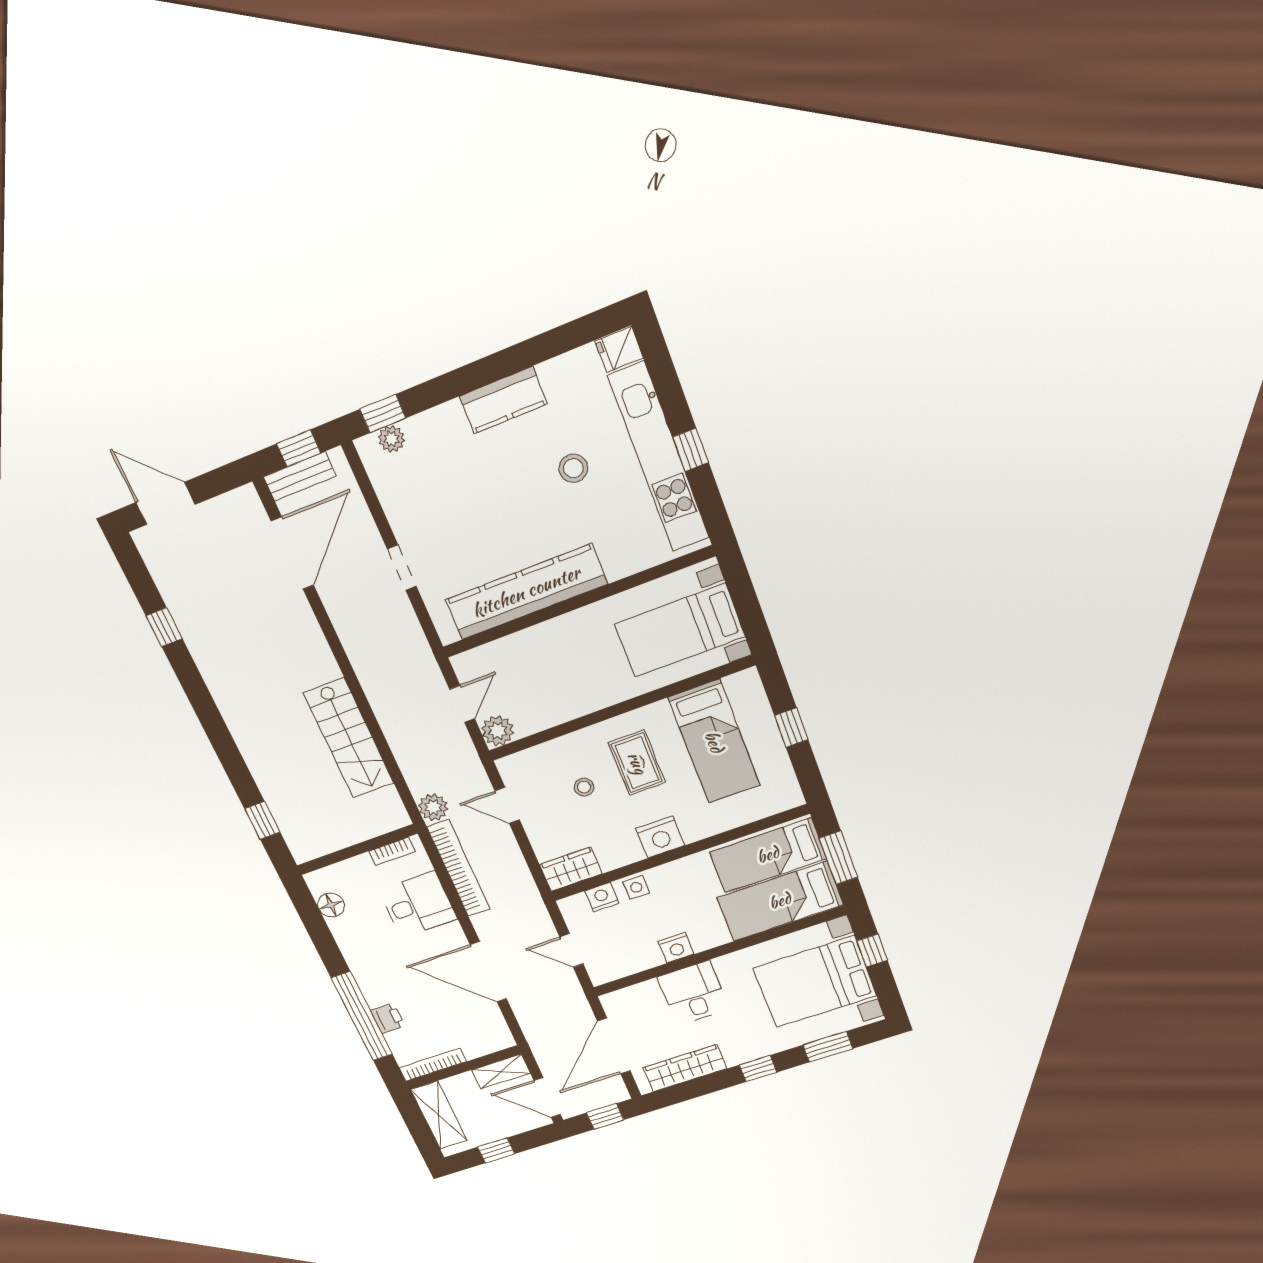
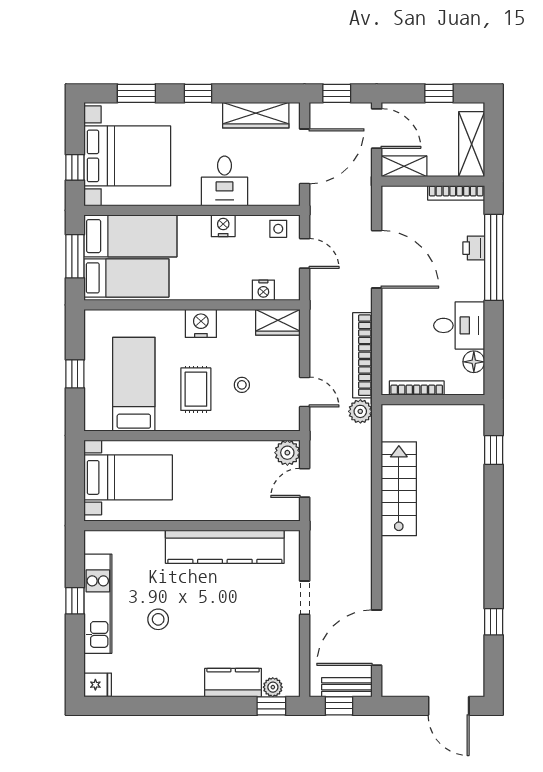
kitchen counter: (503, 400) -> (233, 683), moved
kitchen unit: (659, 458) -> (98, 604), width x0.73
bookcase: (392, 851) -> (417, 388), width x1.56
side table: (636, 887) -> (278, 229), moved
desk: (418, 905) -> (459, 325), moved, turned 180

